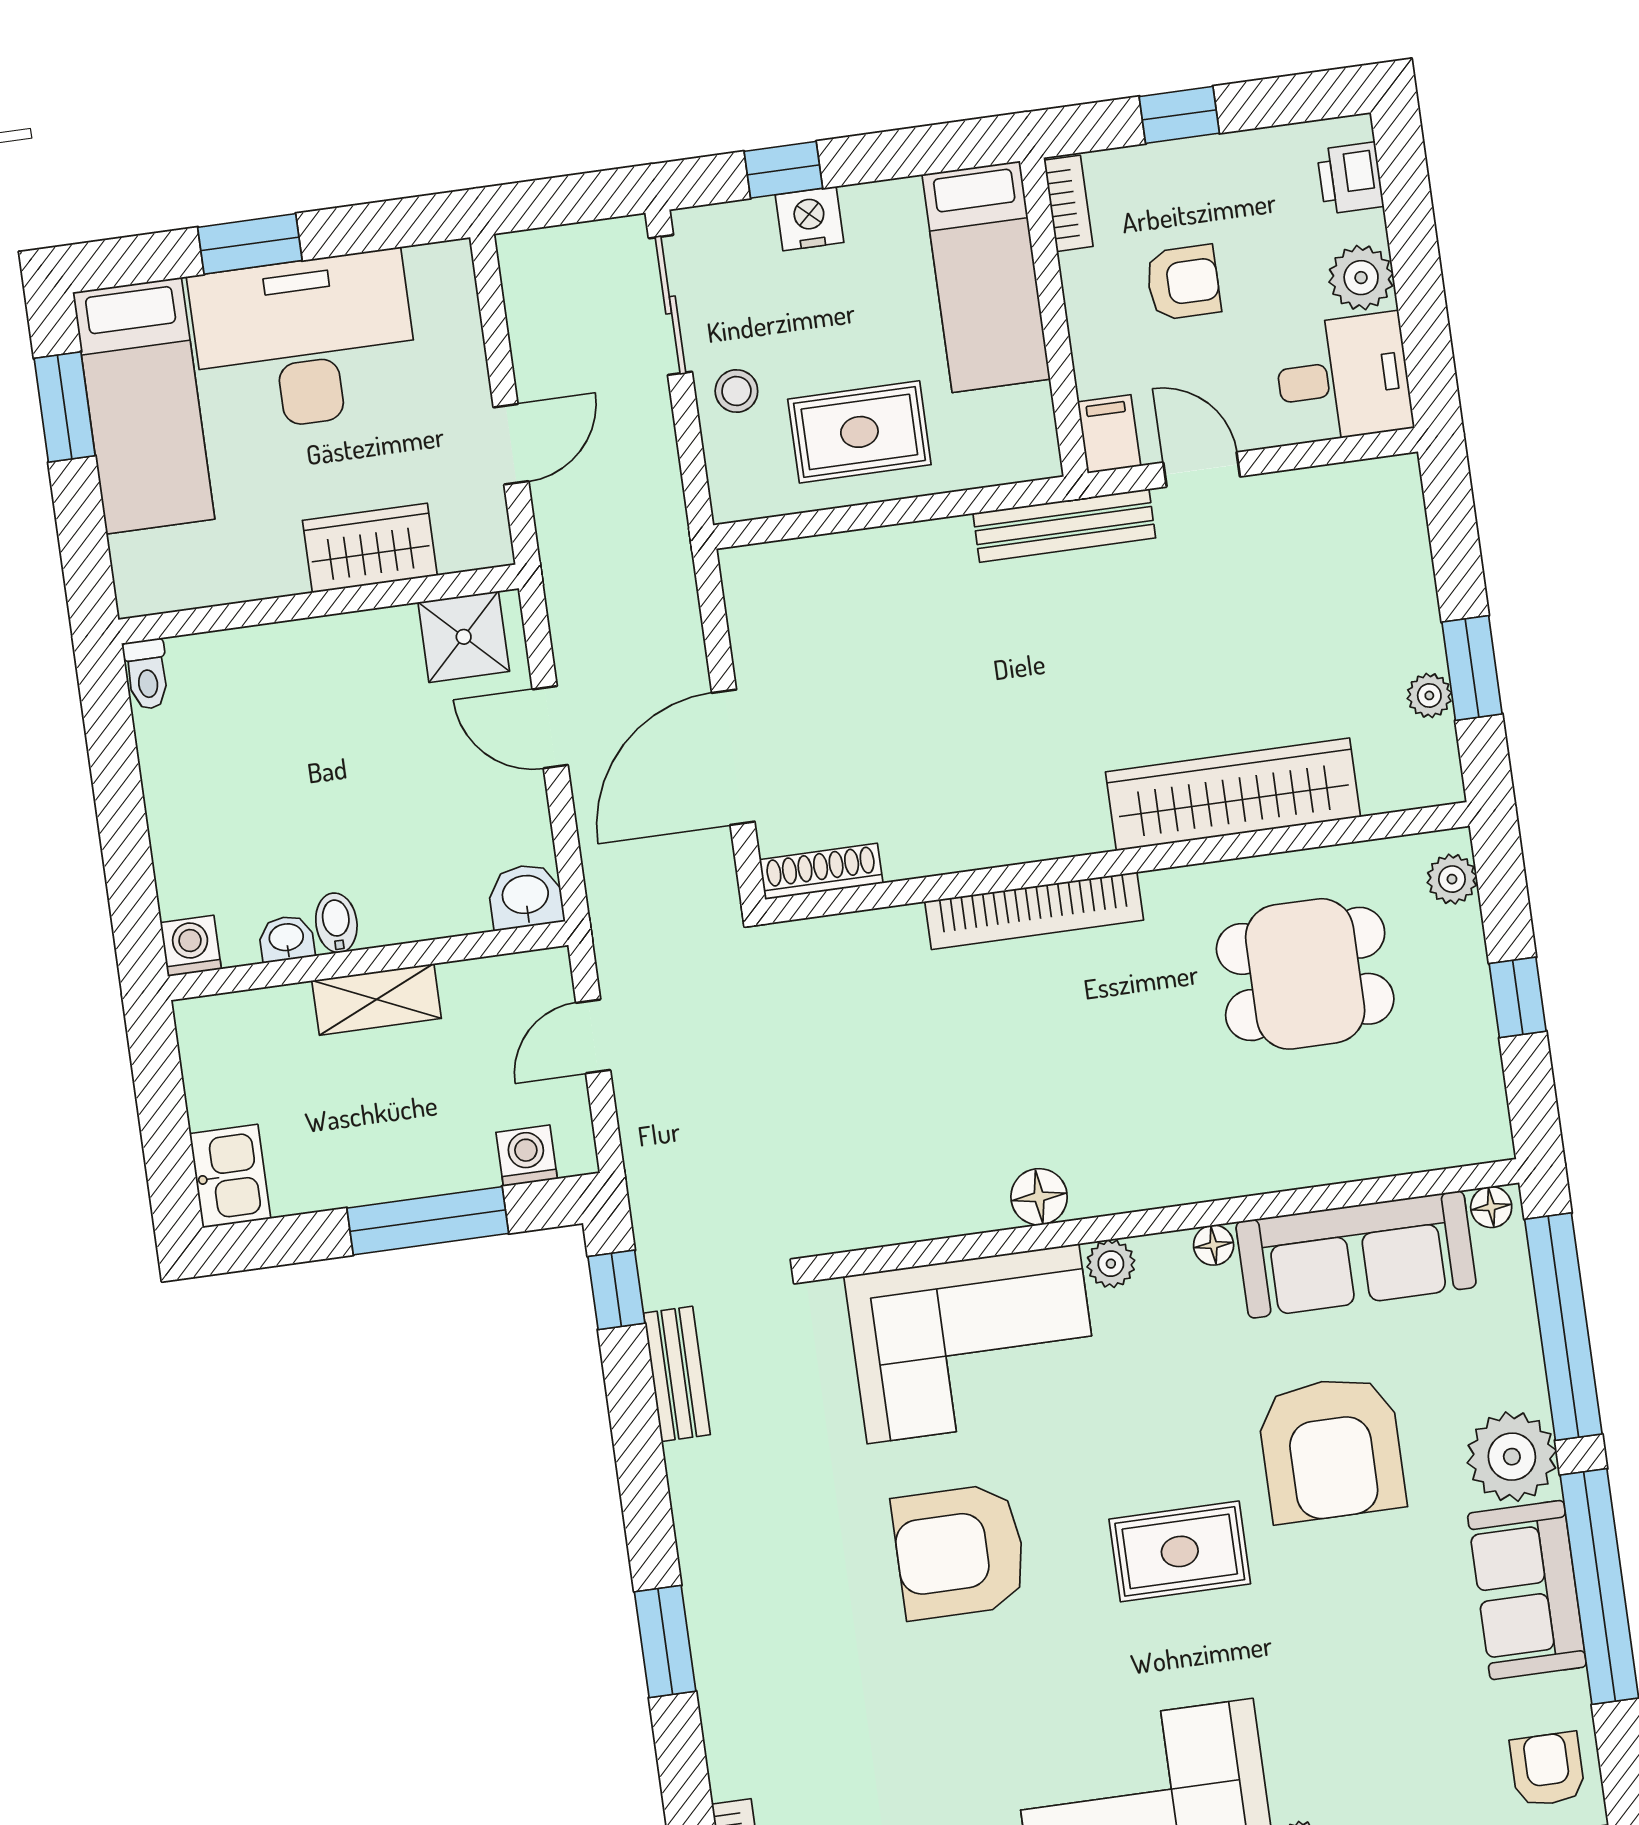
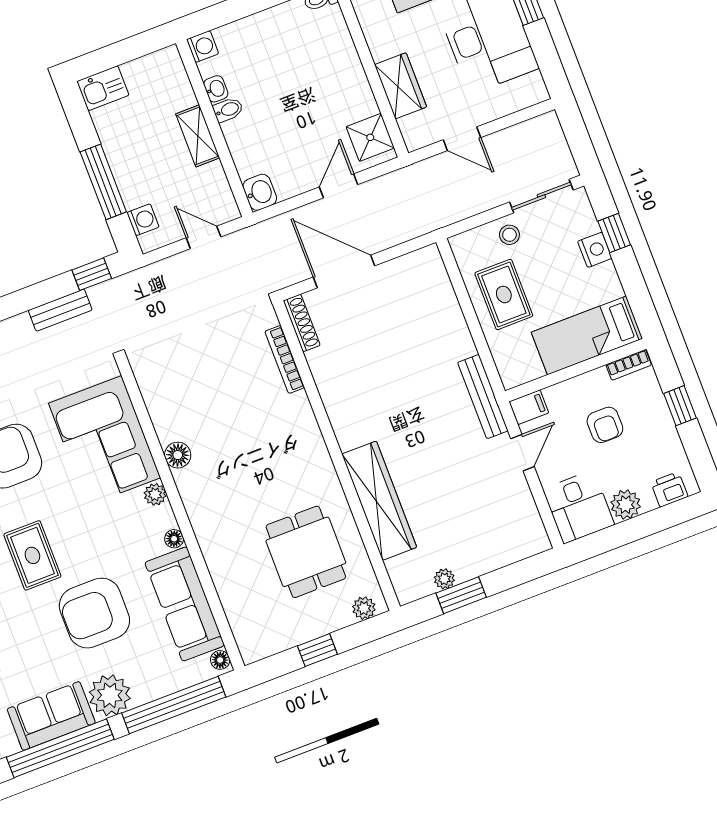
bookcase: (1034, 911) -> (285, 359), moved, width x0.68, depth x0.76

